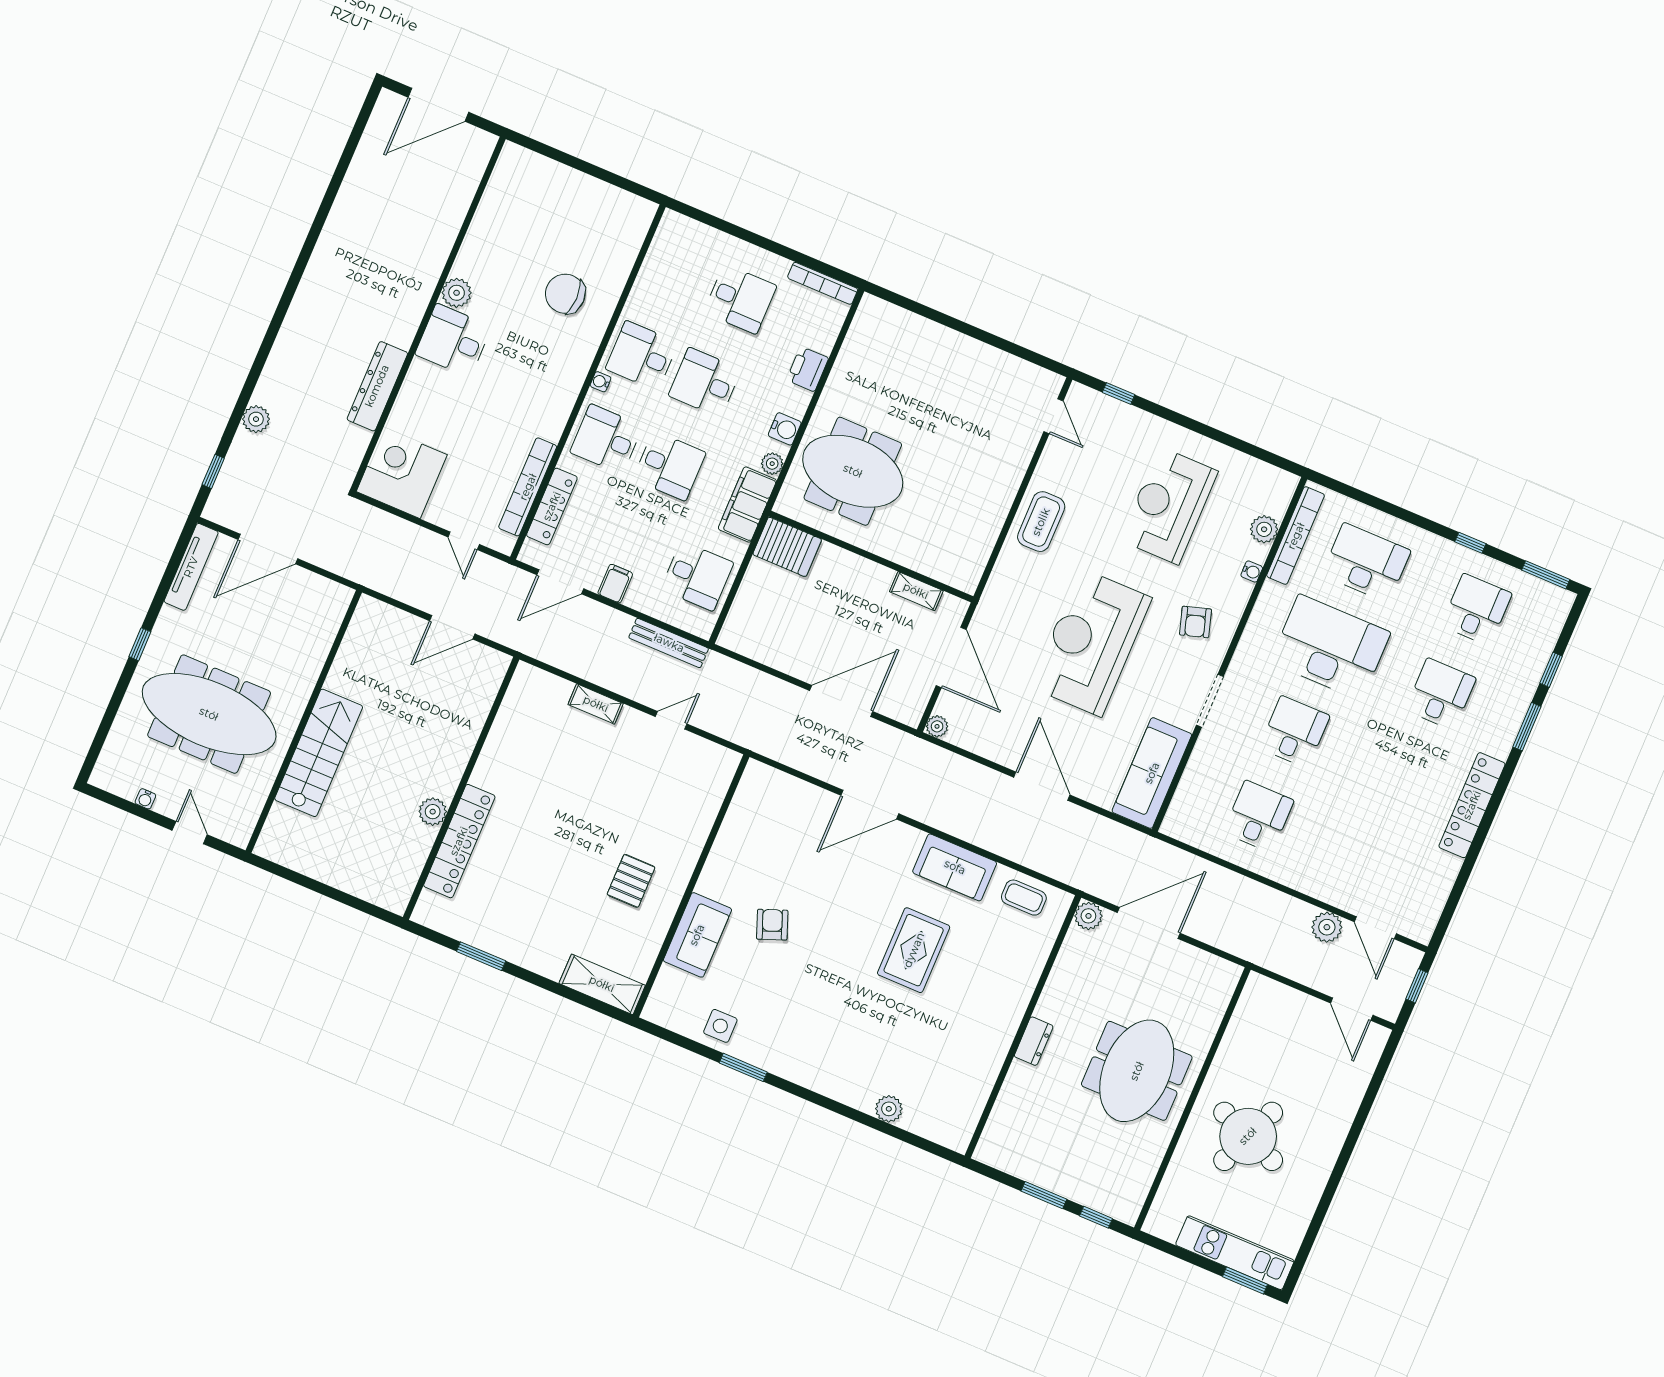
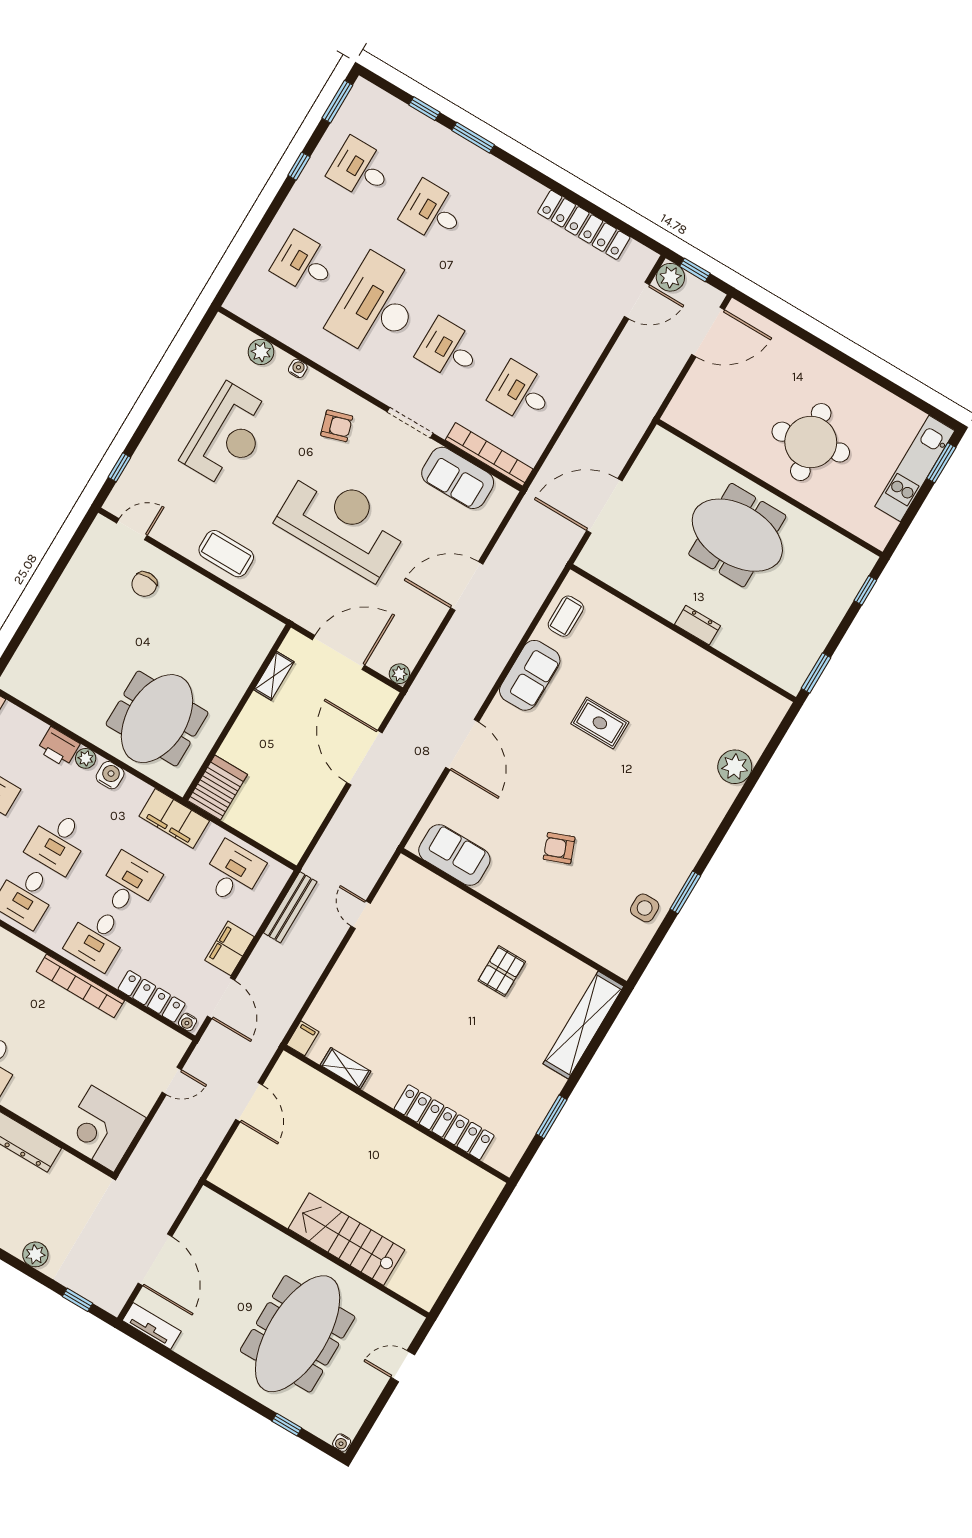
water cooler: (601, 382) -> (187, 1022), moved
chair: (996, 438) -> (144, 584), added
plant: (772, 464) -> (86, 758), moved
bookcase: (528, 487) -> (80, 986), moved
reception desk: (1169, 506) -> (228, 435), turned -90
bookcase: (1296, 536) -> (489, 454), moved
desk: (1366, 563) -> (304, 263), width x0.73
tv unit: (191, 567) -> (152, 1326), width x0.71
filing cabinet: (615, 584) -> (230, 948), width x2.00
reception desk: (1091, 642) -> (342, 523), turned 180
window: (140, 644) -> (287, 1425), moved
filing cabinet: (529, 676) -> (303, 1038), added
shelving: (596, 704) -> (346, 1068), moved, turned 90
sofa: (1152, 773) -> (458, 478), width x0.73
water cooler: (145, 799) -> (342, 1443), moved, turned 90
locker: (1472, 805) -> (584, 225), moved
plant: (433, 812) -> (414, 1143), removed
pallet: (631, 881) -> (502, 971), turned 90
plant: (1088, 916) -> (590, 560), removed
door: (1149, 923) -> (604, 506), hinge flipped
plant: (1327, 927) -> (670, 277), moved
sofa: (697, 935) -> (454, 855), moved
rug: (914, 950) -> (600, 723), width x0.73, depth x0.70
shelving: (602, 984) -> (583, 1025), width x1.47
door: (1352, 1009) -> (708, 332), width x1.36
plant: (889, 1109) -> (735, 767), width x1.36, depth x1.36
round table: (1248, 1136) -> (811, 442), turned -33
window: (1044, 1195) -> (816, 673), moved

